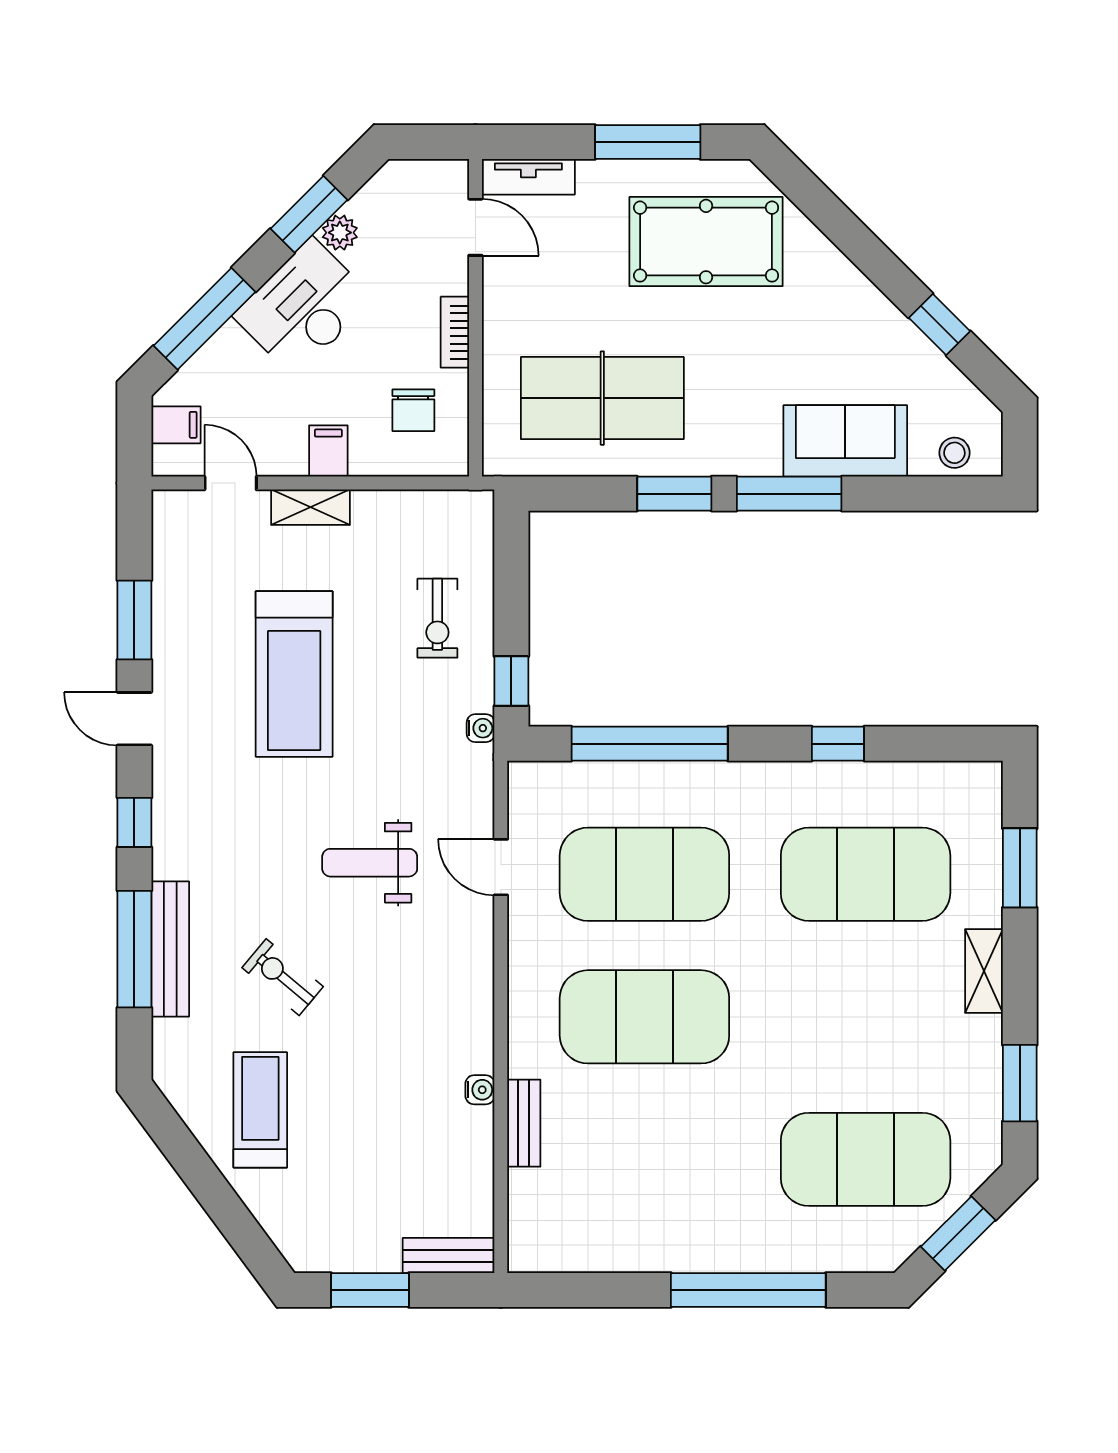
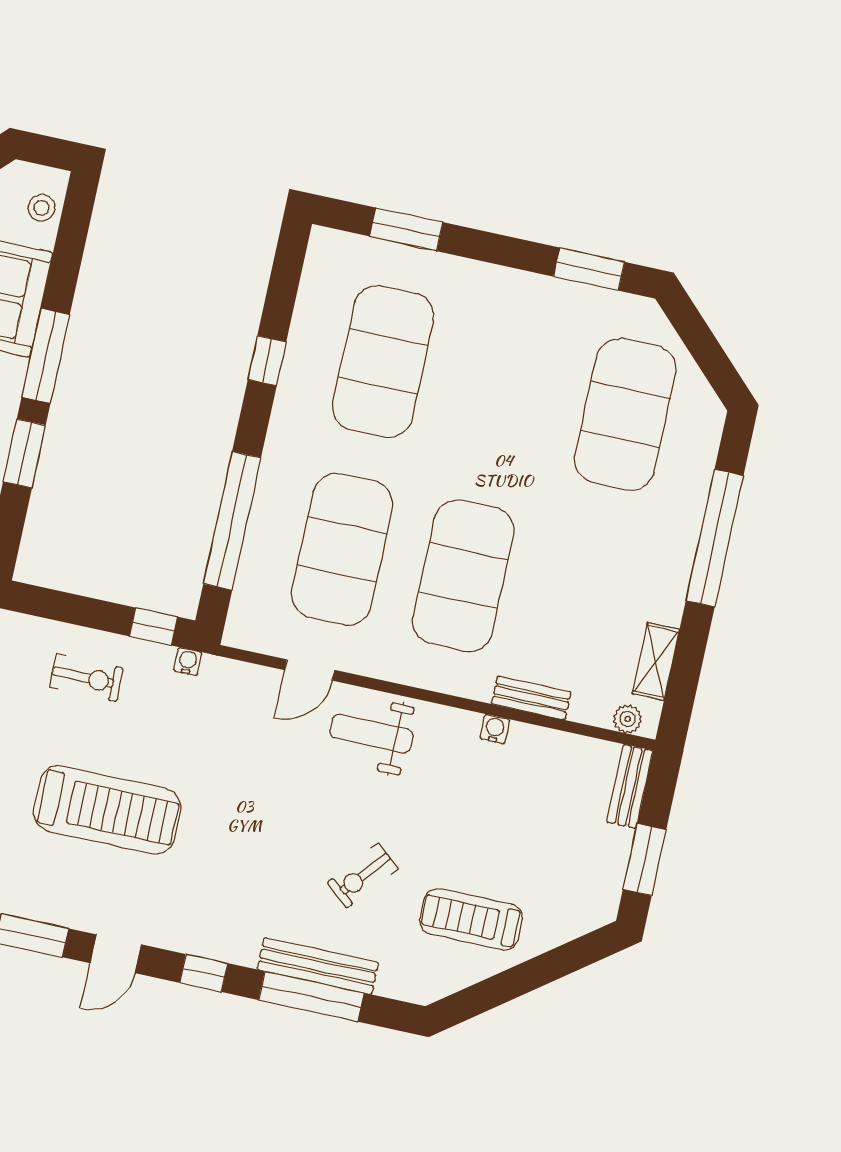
weight bench: (370, 863) -> (371, 734), moved, turned 90
shelving: (984, 971) -> (656, 662), moved, turned 90
window: (958, 1233) -> (705, 349), removed
plant: (524, 1237) -> (628, 719), added

